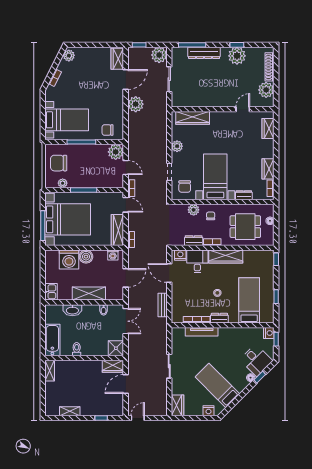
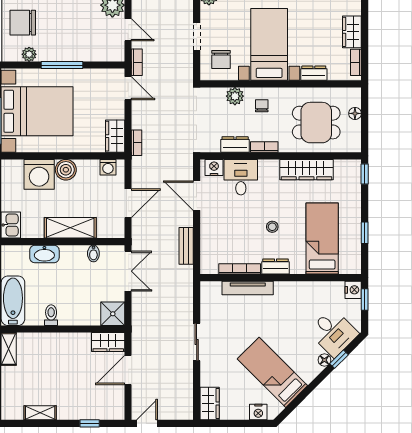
wardrobe: (117, 230) -> (115, 136), width x0.67
wardrobe: (226, 257) -> (306, 170), moved

